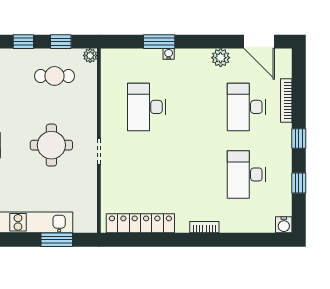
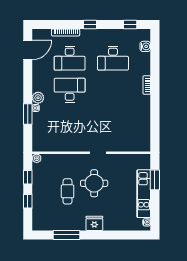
plant: (221, 58) -> (38, 98), moved
cafe table: (54, 76) -> (68, 191), moved
desk: (146, 107) -> (70, 90), moved, turned 180
window: (299, 183) -> (130, 24), moved
locker: (140, 223) -> (144, 126), removed
water cooler: (284, 225) -> (145, 46), moved

